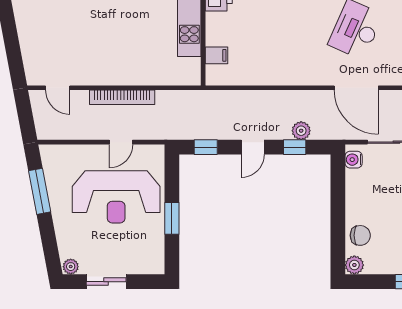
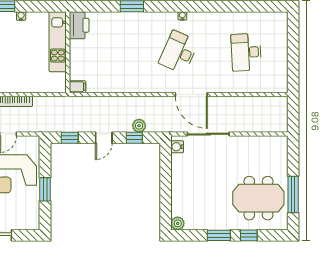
filing cabinet: (217, 55) -> (77, 87), moved
door: (356, 88) -> (191, 94), moved
chair: (360, 235) -> (182, 202), removed

